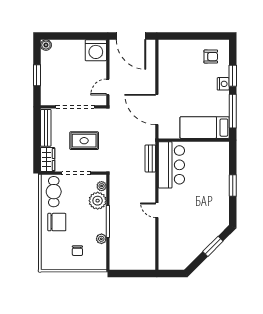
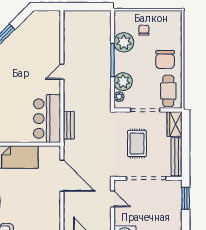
window: (37, 75) -> (186, 198), moved
door: (108, 87) -> (113, 199), hinge flipped
rug: (84, 141) -> (137, 143), turned 90
door: (157, 210) -> (62, 72), swing flipped
chair: (57, 222) -> (165, 60), turned -90
plant: (101, 239) -> (124, 42), width x1.88, depth x1.88

